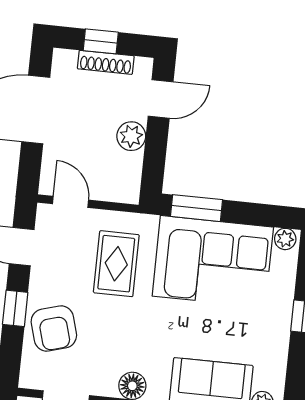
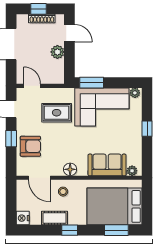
door: (161, 99) -> (69, 33), hinge flipped
rug: (116, 264) -> (57, 113), turned 90
armchair: (54, 329) -> (30, 146), turned -74

